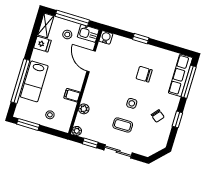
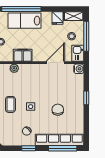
row of seats: (180, 75) -> (59, 140), width x1.36
filing cabinet: (72, 95) -> (23, 55), width x2.00

